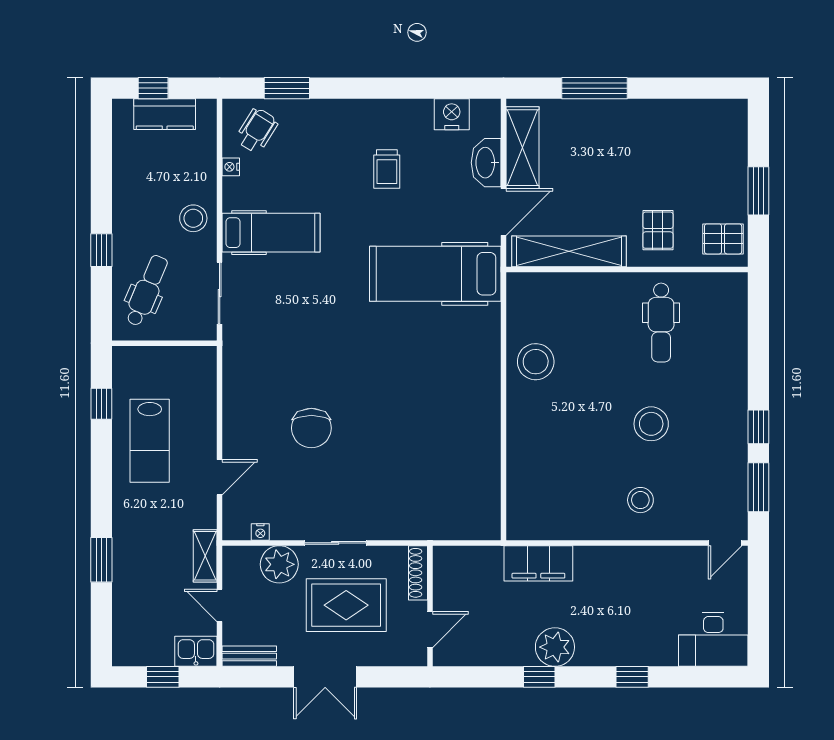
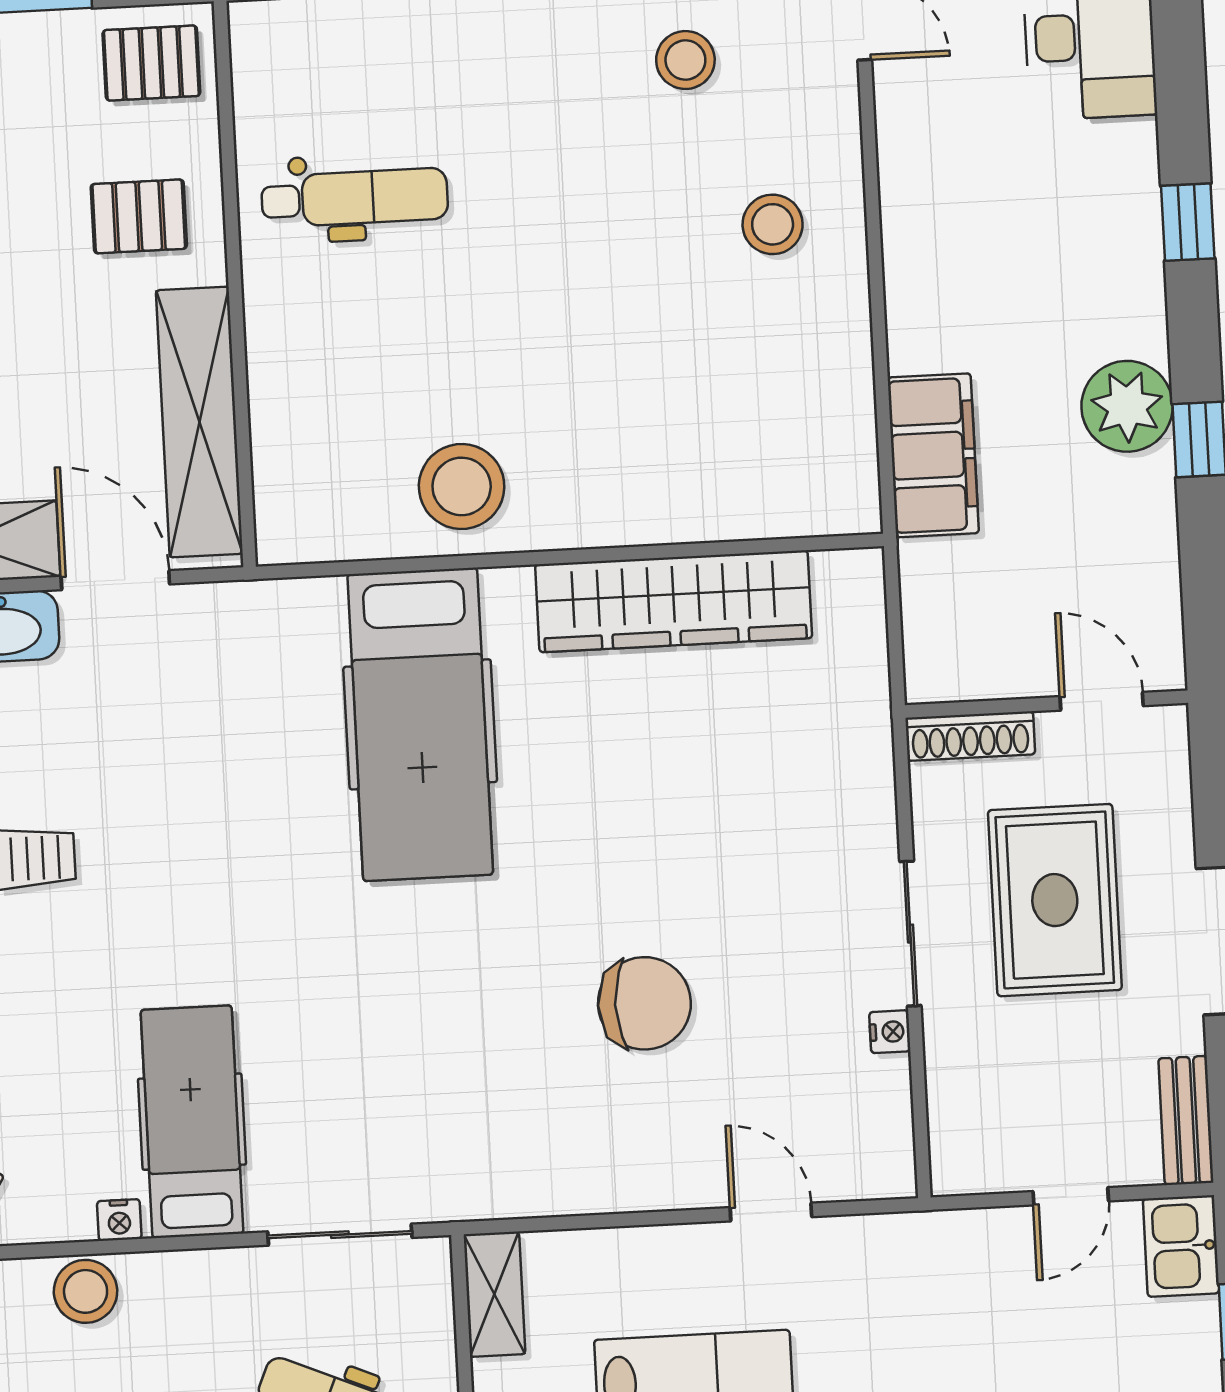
nightstand: (231, 167) -> (119, 1220), moved
stool: (193, 218) -> (86, 1291), moved
pallet: (723, 239) -> (151, 63), turned 90
hospital bed: (435, 274) -> (420, 724), moved
stool: (651, 424) -> (685, 60), moved, width x0.73, depth x0.73
wardrobe: (482, 449) -> (674, 601), added
nightstand: (260, 532) -> (890, 1032), moved
shelving: (205, 556) -> (494, 1294), moved, turned 90
plant: (279, 564) -> (967, 1062), removed

